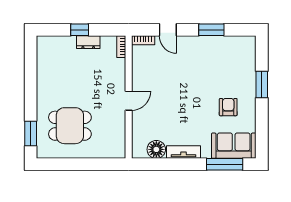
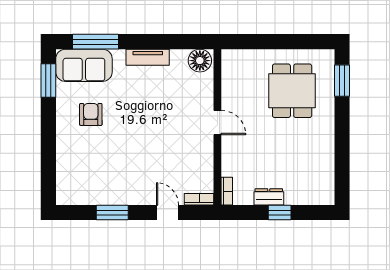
window: (262, 84) -> (48, 81), moved
door: (129, 101) -> (217, 123), swing flipped
armchair: (228, 107) -> (91, 114), turned 180
dining table: (70, 126) -> (292, 91), turned 90
floor lamp: (156, 149) -> (200, 61), moved

